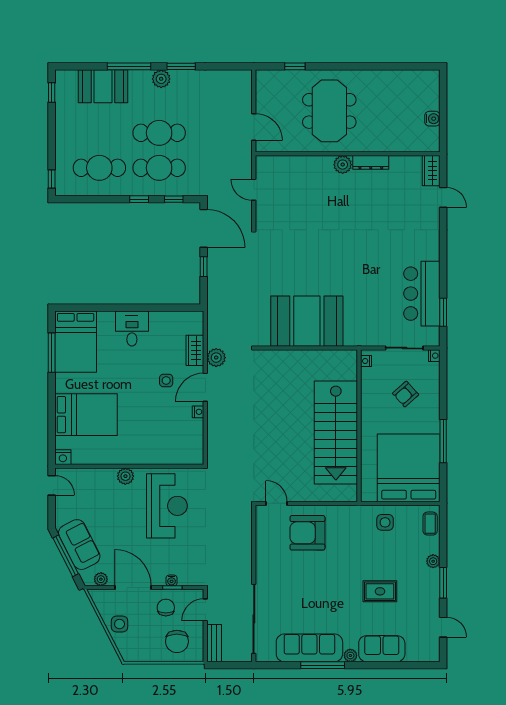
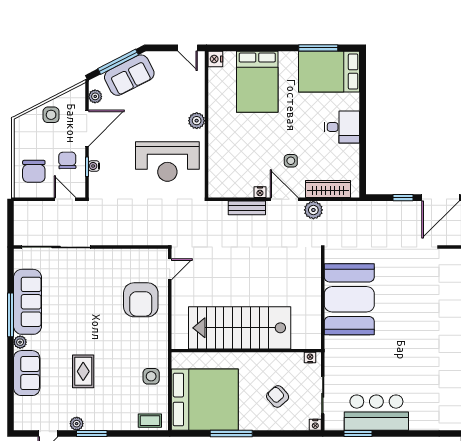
wardrobe: (195, 350) -> (328, 189), width x1.50
door: (52, 485) -> (188, 48), hinge flipped
armchair: (307, 533) -> (141, 300), turned 180
plant: (433, 561) -> (77, 424), moved
chair: (166, 608) -> (67, 160), turned -91
chair: (177, 641) -> (34, 171), turned -90
bench: (214, 643) -> (247, 208), moved

